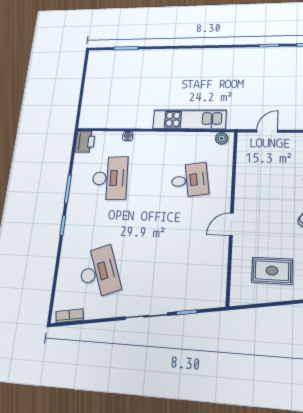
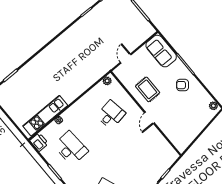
kitchen unit: (189, 119) -> (45, 116), moved
rug: (272, 271) -> (148, 89), moved, turned 90

